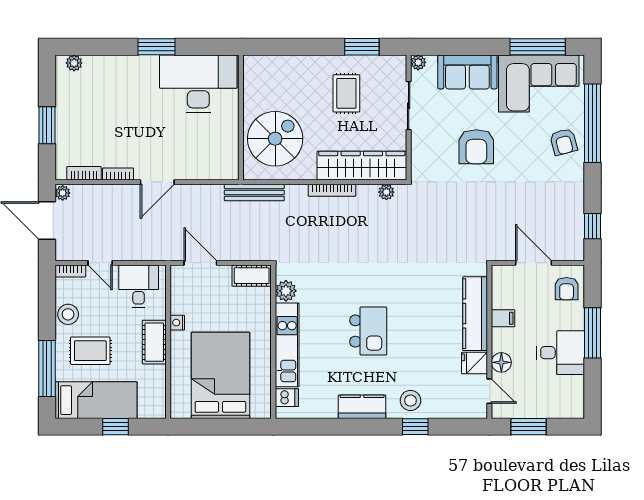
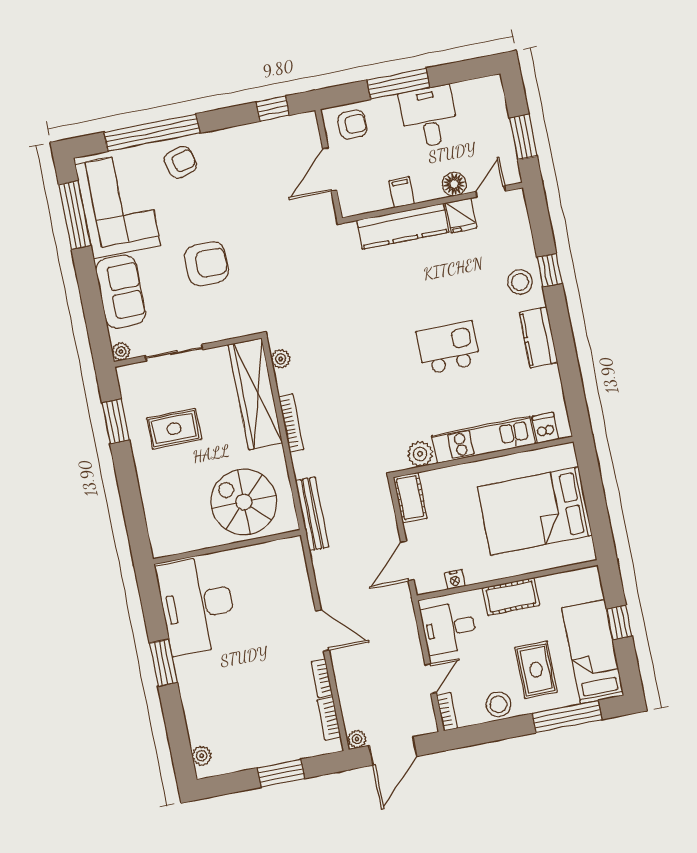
nightstand: (177, 323) -> (455, 580), moved

